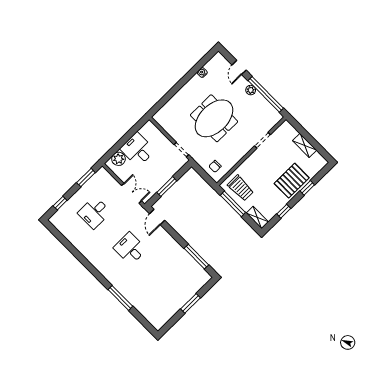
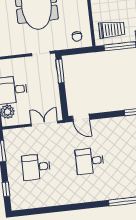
window: (167, 187) -> (60, 71), moved
desk: (94, 213) -> (36, 167), turned 90

